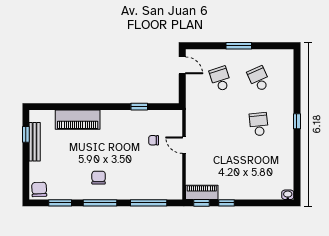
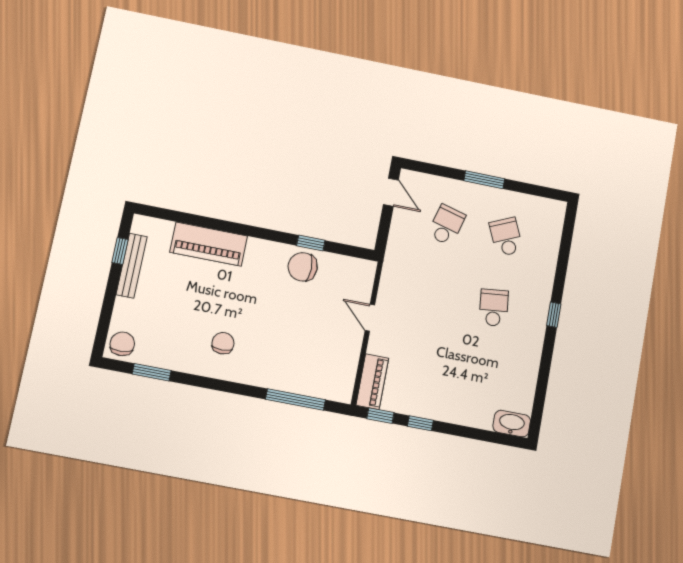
school desk: (220, 79) -> (446, 225), turned 33
chair: (154, 140) -> (303, 267), moved, width x1.87, depth x1.87
piano: (202, 192) -> (372, 382), moved, turned 90
washbasin: (288, 195) -> (512, 424), width x1.91, depth x1.45
window: (100, 203) -> (217, 385), removed

